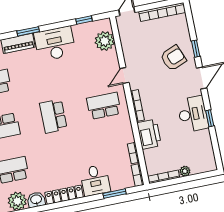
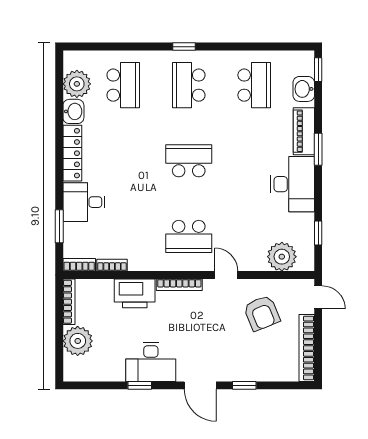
armchair: (173, 58) -> (262, 313), moved
school desk: (104, 106) -> (189, 236), turned 90
plant: (185, 171) -> (78, 341), width x1.88, depth x1.88

